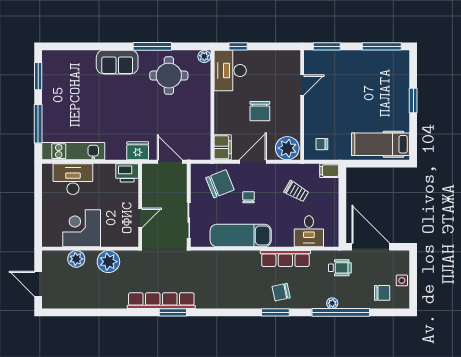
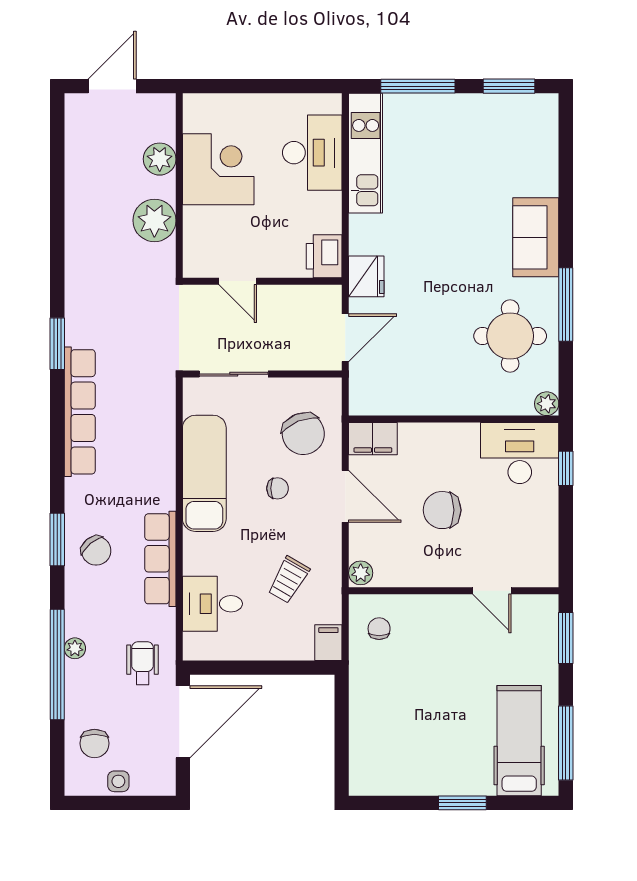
hospital bed: (381, 144) -> (519, 741), moved
plant: (287, 148) -> (361, 573), width x0.53, depth x0.53
wheelchair: (340, 268) -> (143, 663), turned 180
chair: (281, 292) -> (96, 551), turned 152
row of seats: (161, 301) -> (80, 412), moved

